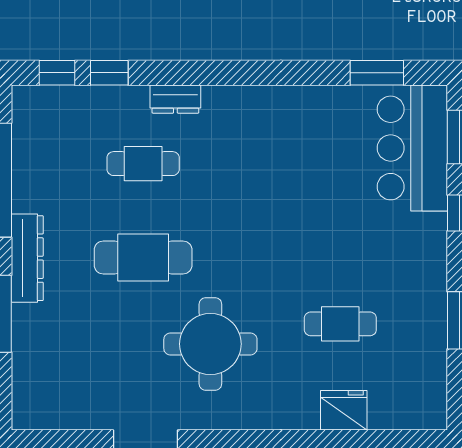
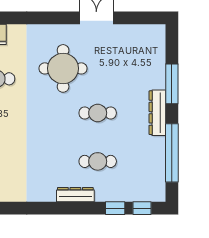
dresser: (175, 99) -> (75, 195), width x1.44
cafe table: (143, 257) -> (98, 113), width x0.73, depth x0.74

